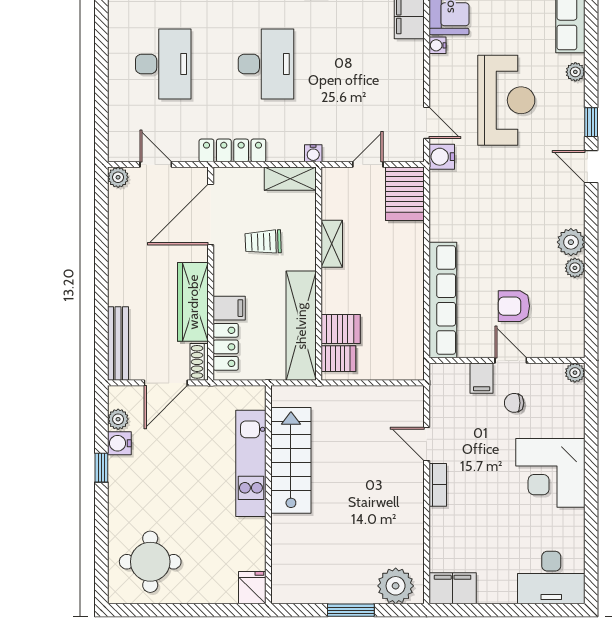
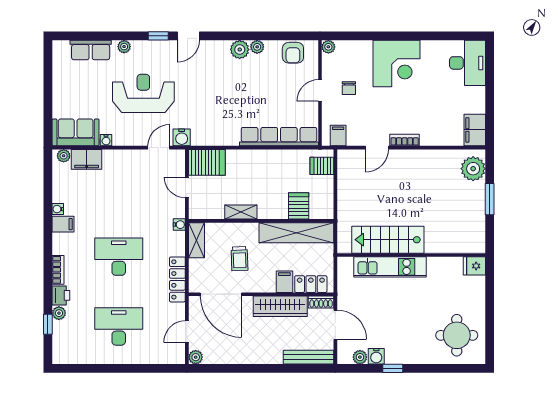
armchair: (514, 306) -> (293, 53), moved
server rack: (338, 359) -> (322, 166), moved, turned -90
filing cabinet: (482, 378) -> (338, 136), moved, turned -90

